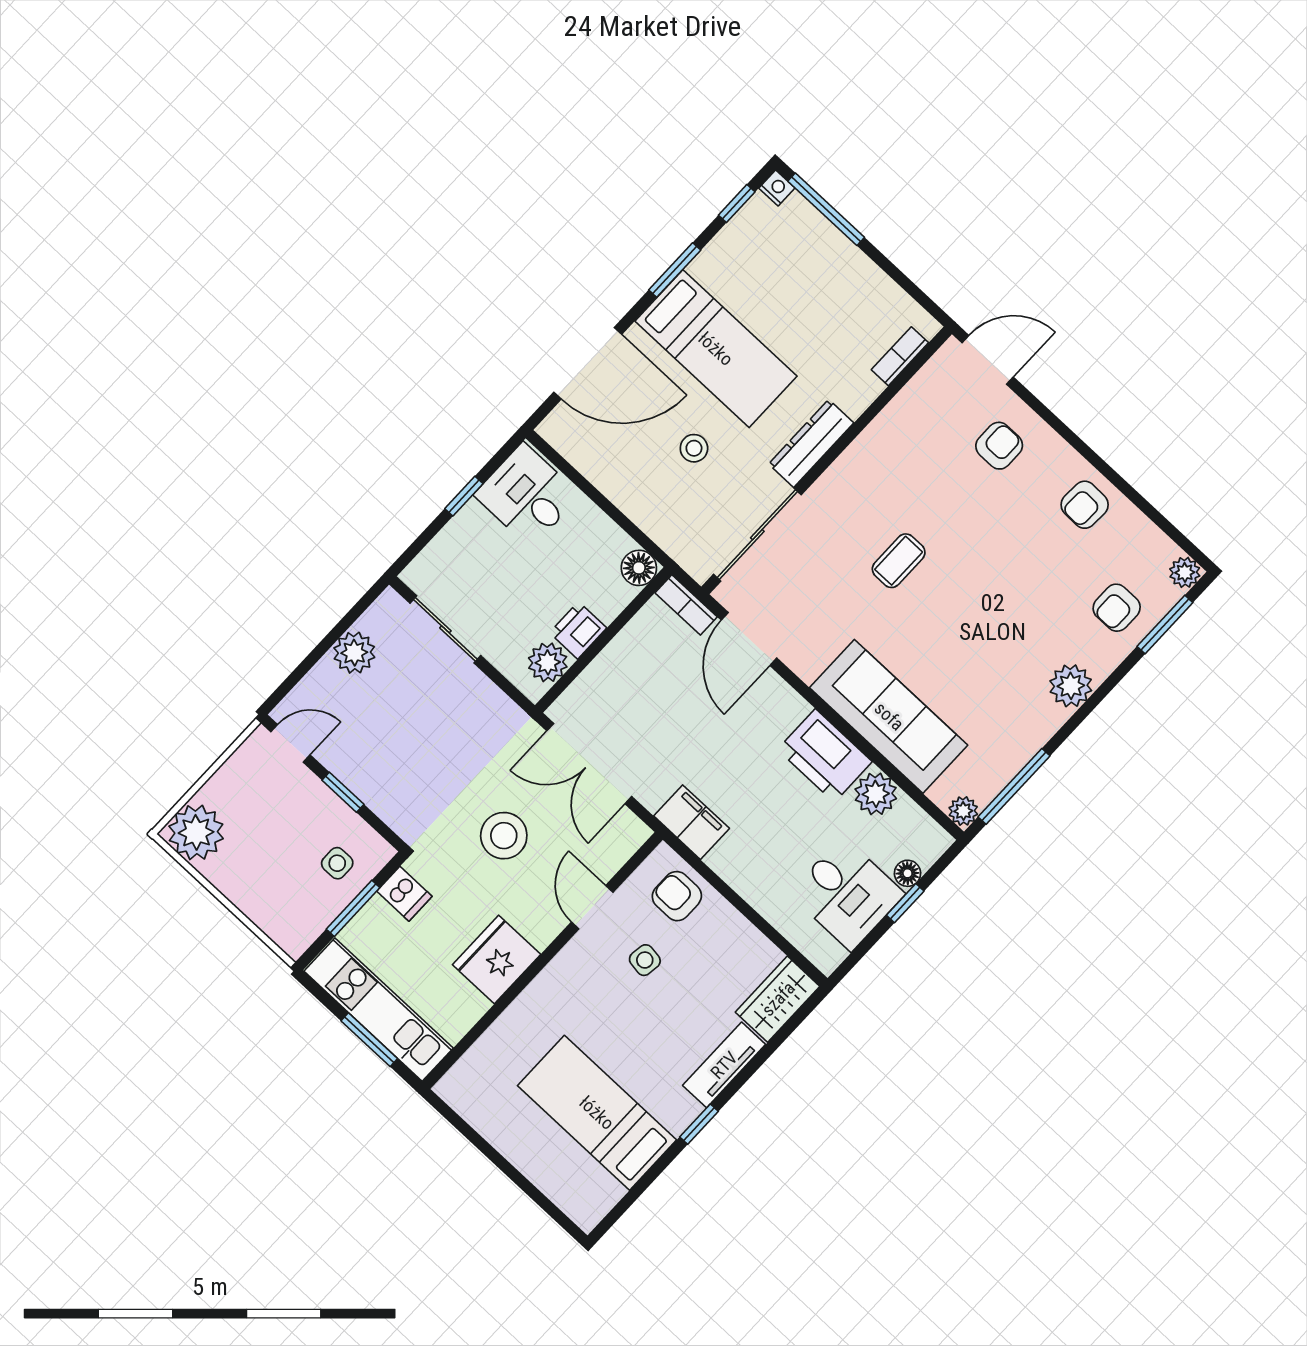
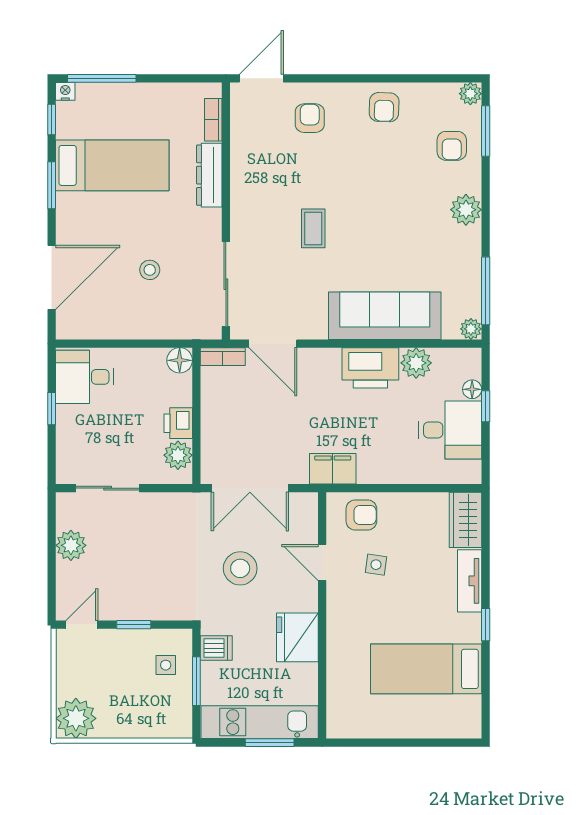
bed: (716, 349) -> (112, 165), moved
dresser: (811, 443) -> (209, 175), moved
armchair: (677, 896) -> (361, 515), turned 180

